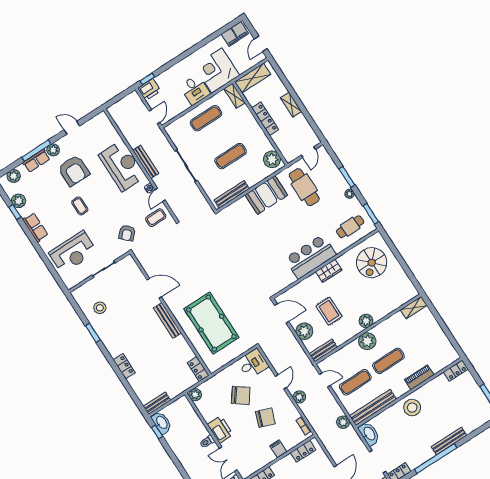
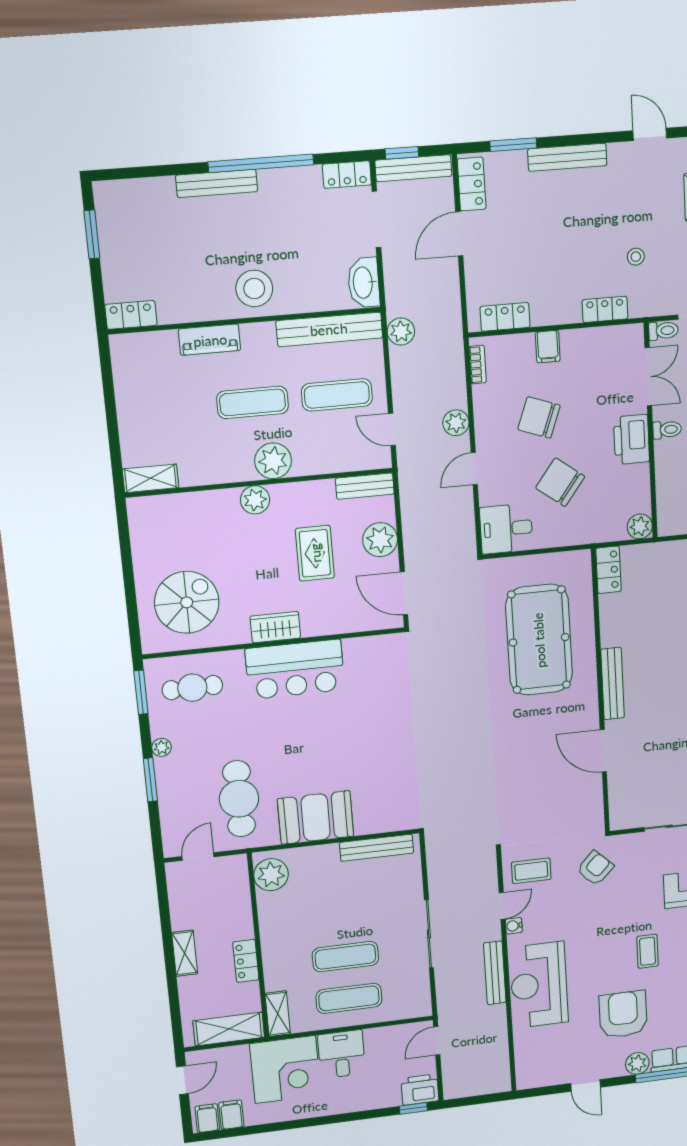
locker: (265, 119) -> (246, 961), width x0.66
exercise mat: (231, 156) -> (345, 957), moved

